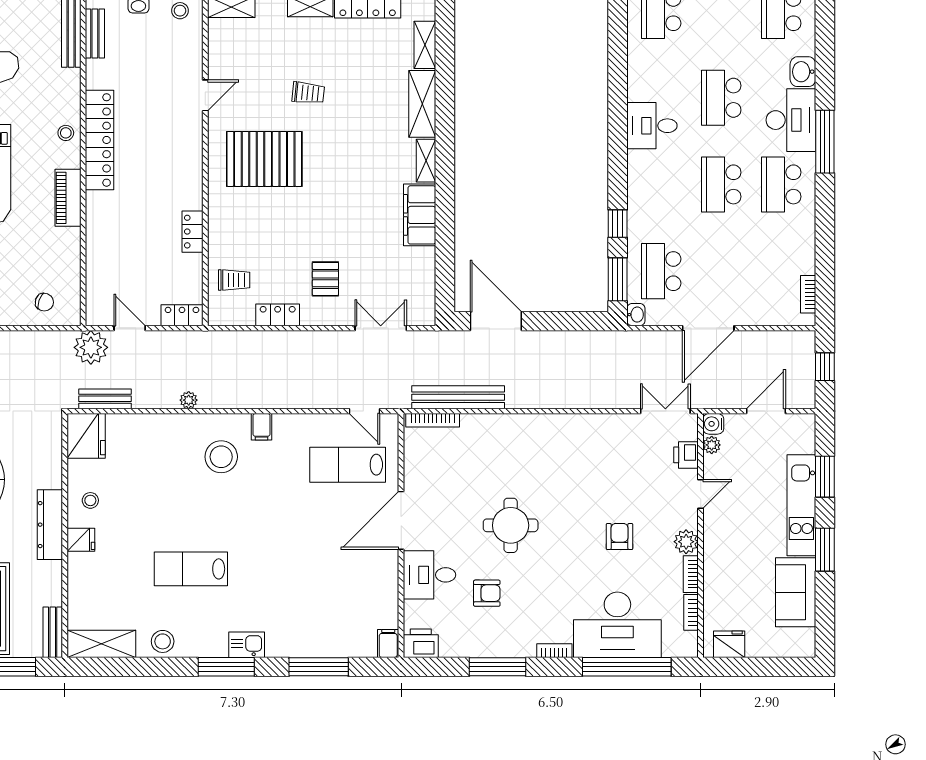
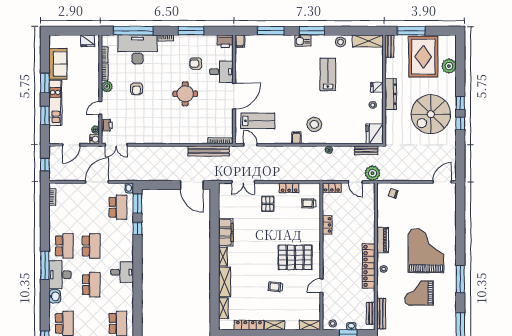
lab bench: (191, 569) -> (328, 74), turned -90

